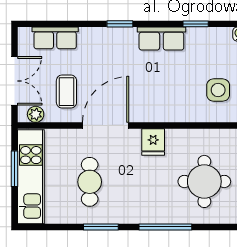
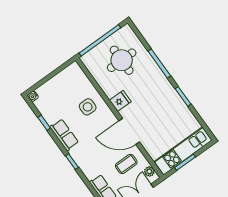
side table: (218, 90) -> (88, 107), moved
cafe table: (90, 182) -> (164, 119), removed

